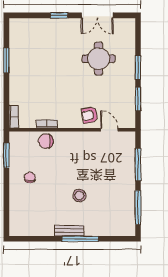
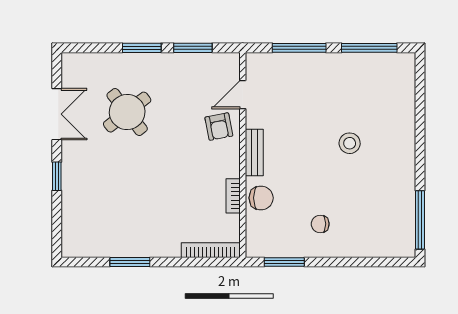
round table: (99, 59) -> (127, 112), turned -38
bookcase: (14, 117) -> (211, 250), width x1.56
chair: (46, 141) -> (261, 198), turned -90
bench: (69, 231) -> (254, 152), moved
window: (80, 239) -> (420, 220), moved

